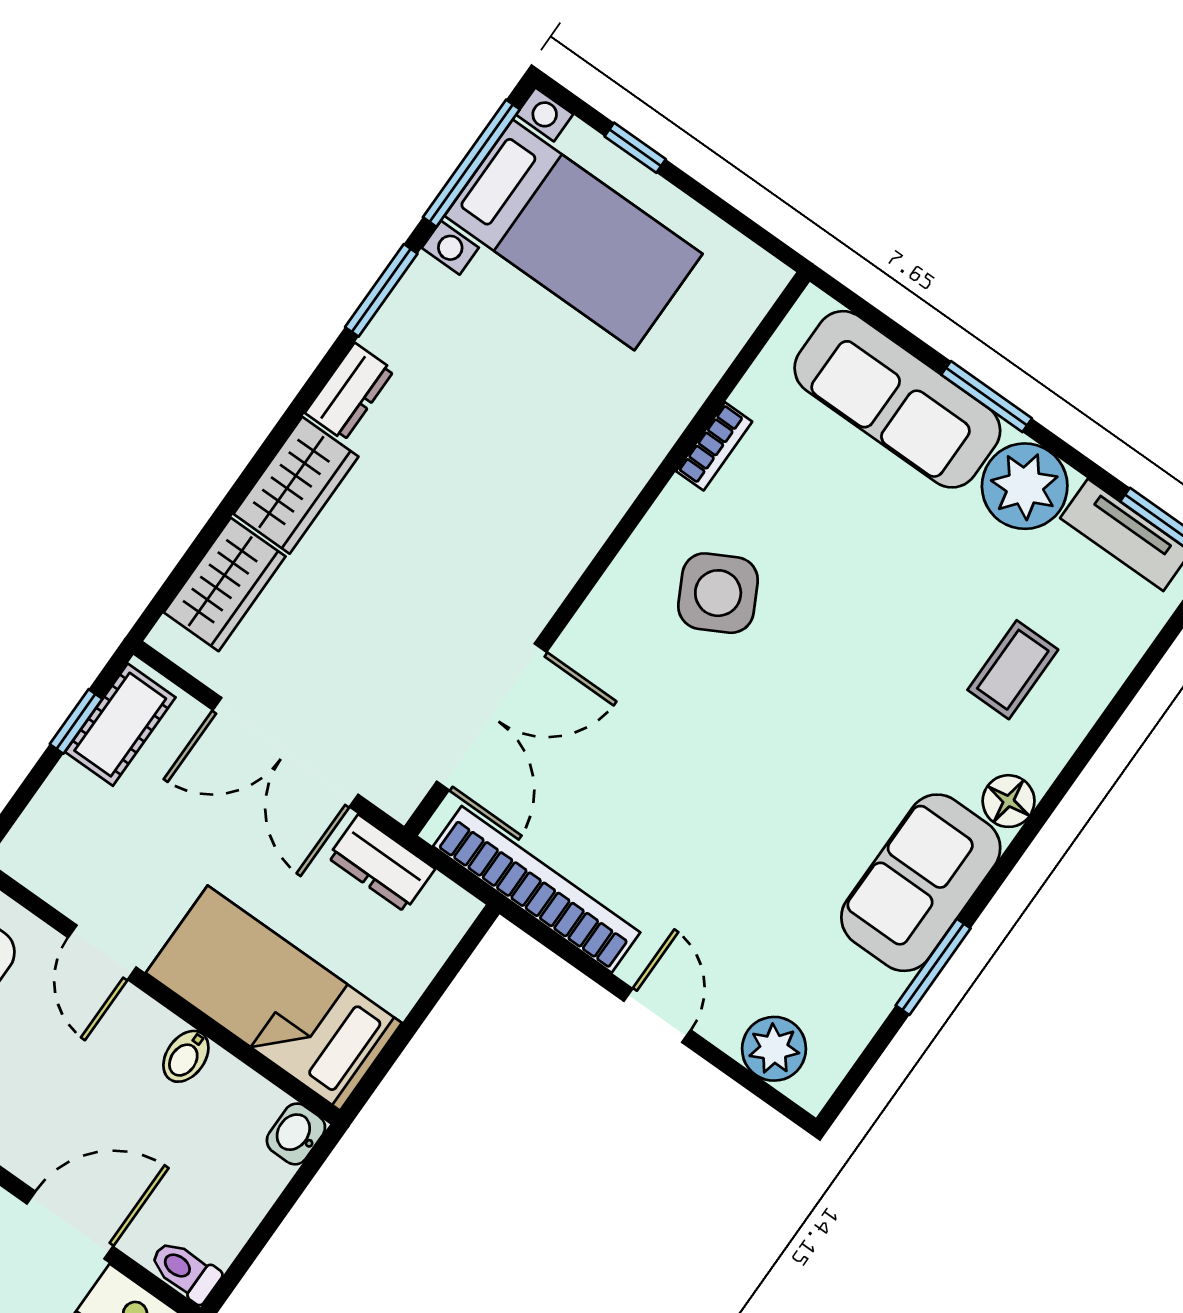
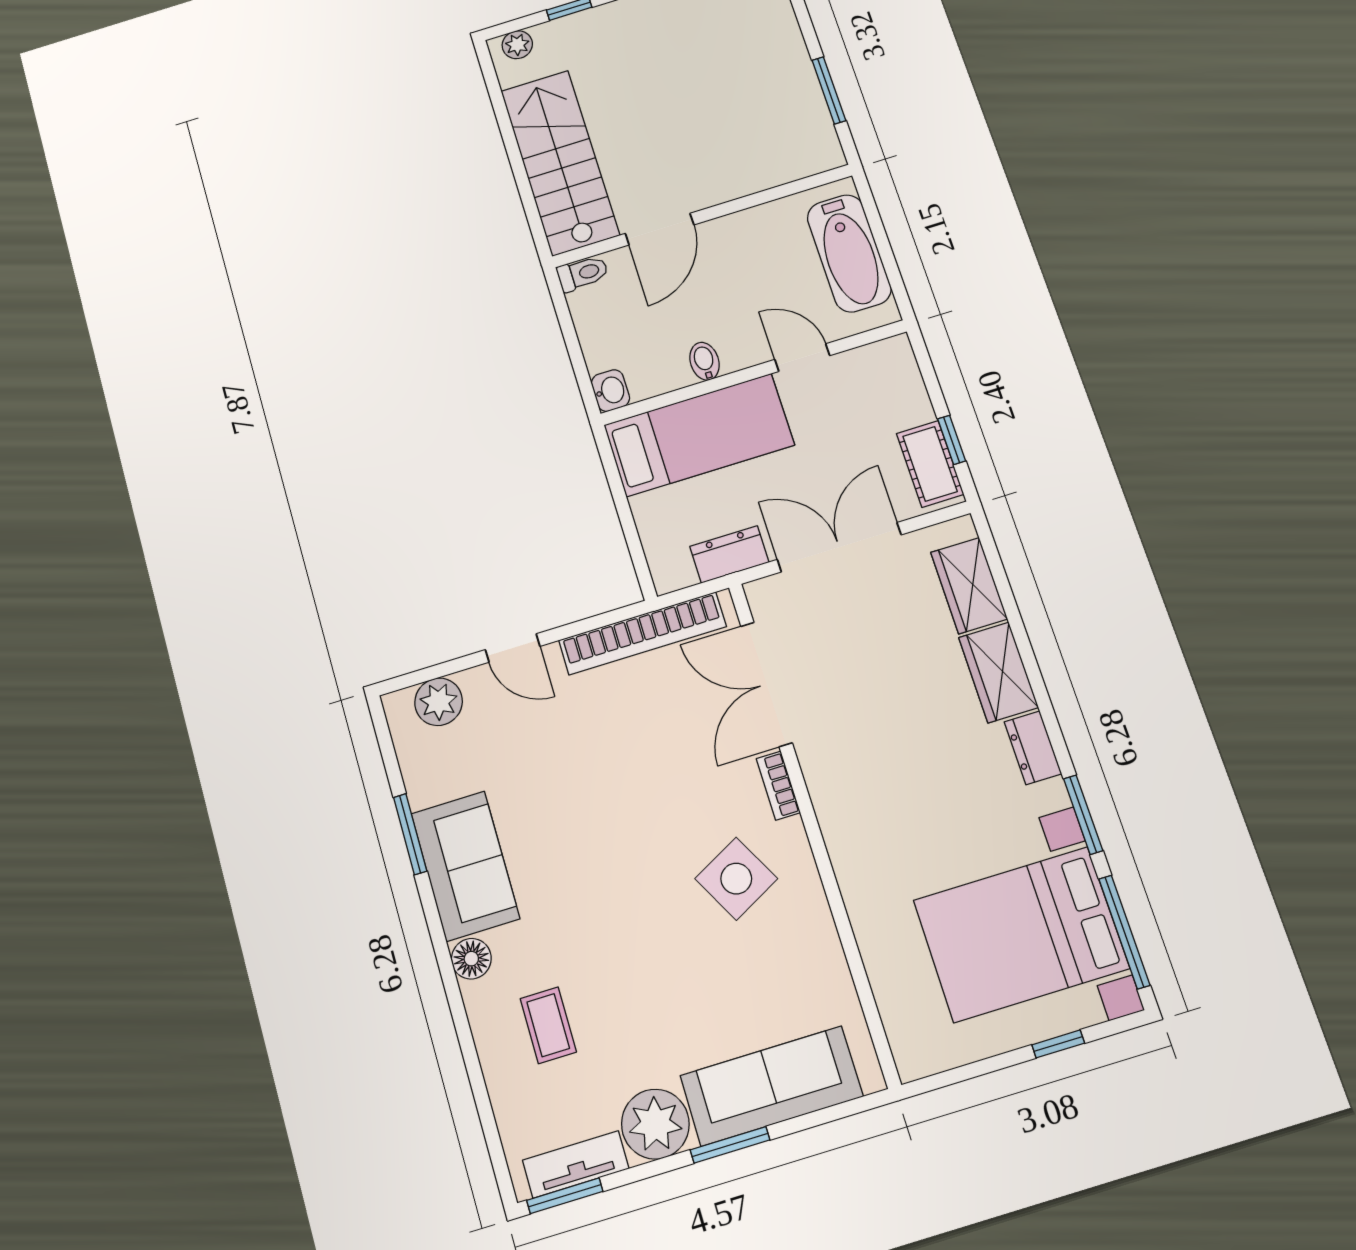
bed with nightstands: (573, 235) -> (1021, 934), width x1.36
bookcase: (714, 446) -> (778, 786), moved

